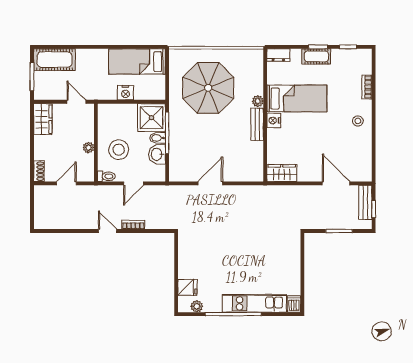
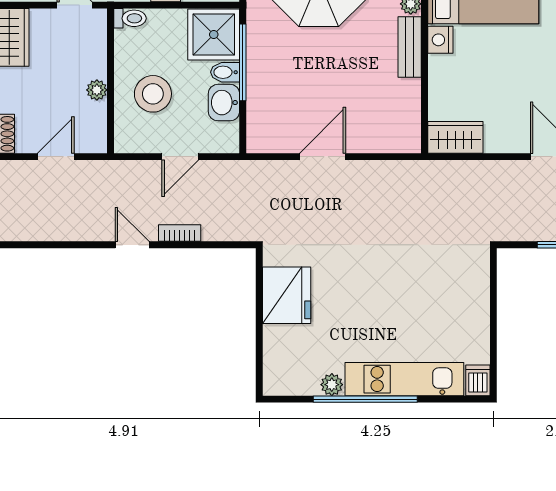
toilet: (106, 176) -> (130, 18), moved
fridge: (188, 287) -> (287, 295), moved, width x1.88, depth x1.34
plant: (197, 306) -> (332, 385), moved

